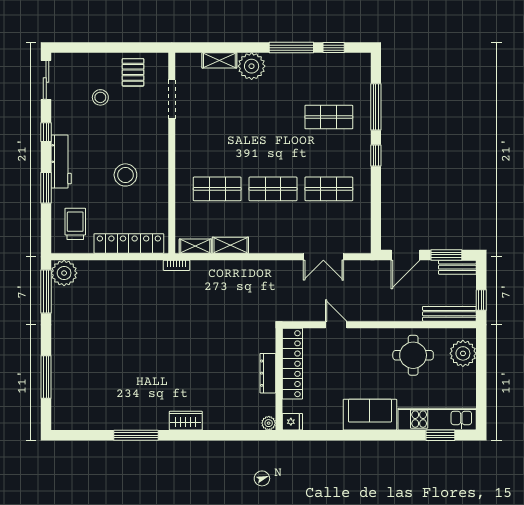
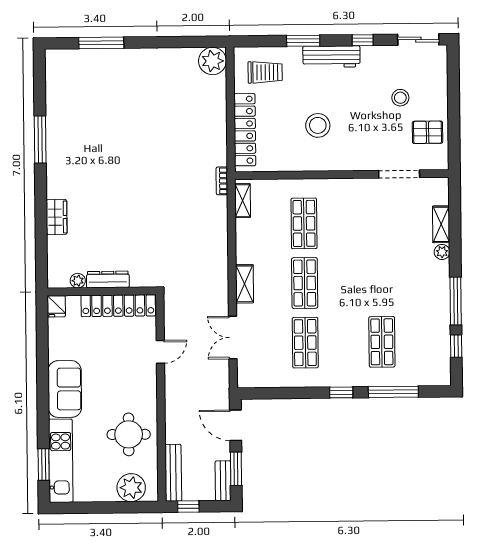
plant: (252, 66) -> (442, 252), width x0.53, depth x0.53
shelving: (230, 245) -> (245, 284), moved
window: (46, 291) -> (193, 42), removed
wardrobe: (186, 421) -> (57, 217), moved
plant: (269, 423) -> (78, 281), moved

